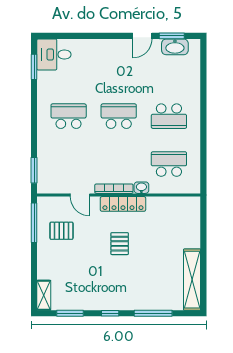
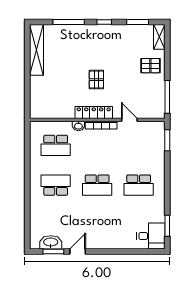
pallet: (61, 231) -> (150, 66), moved

